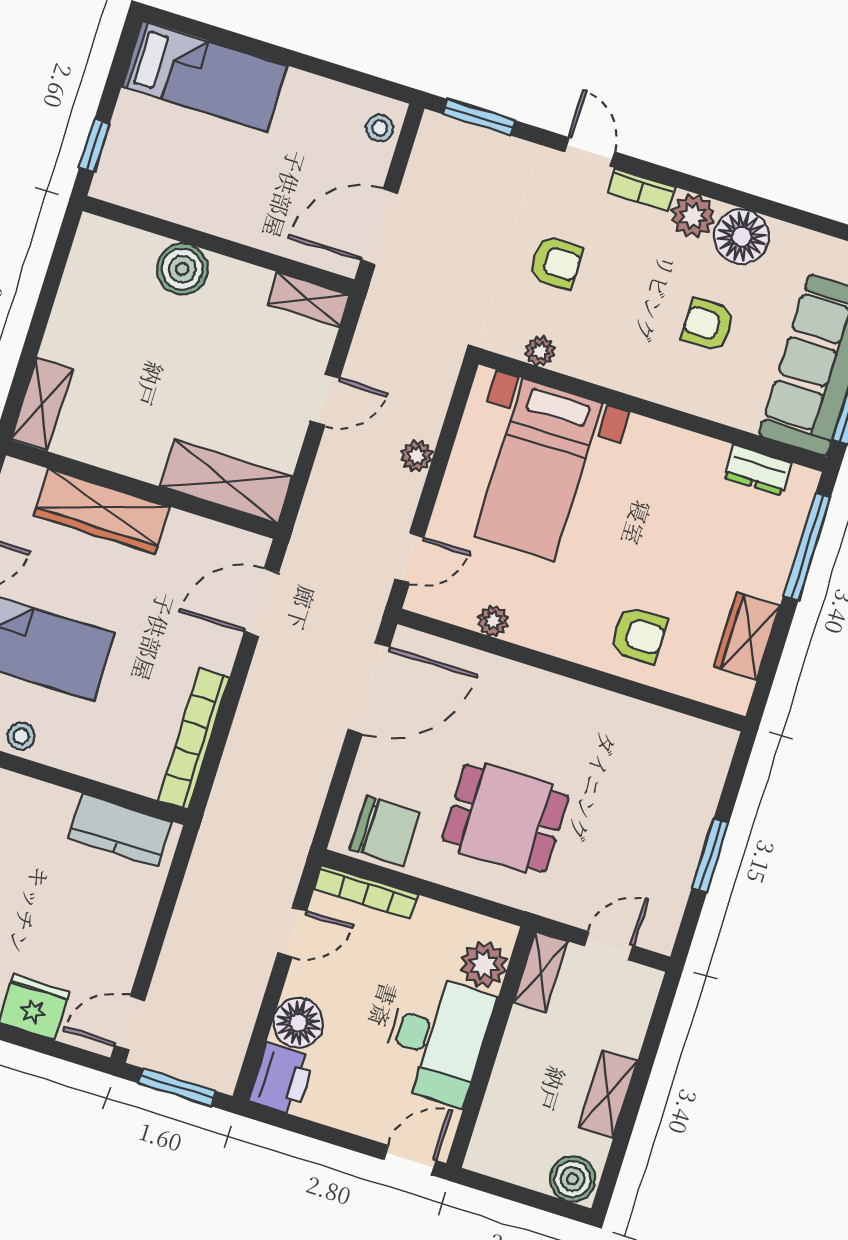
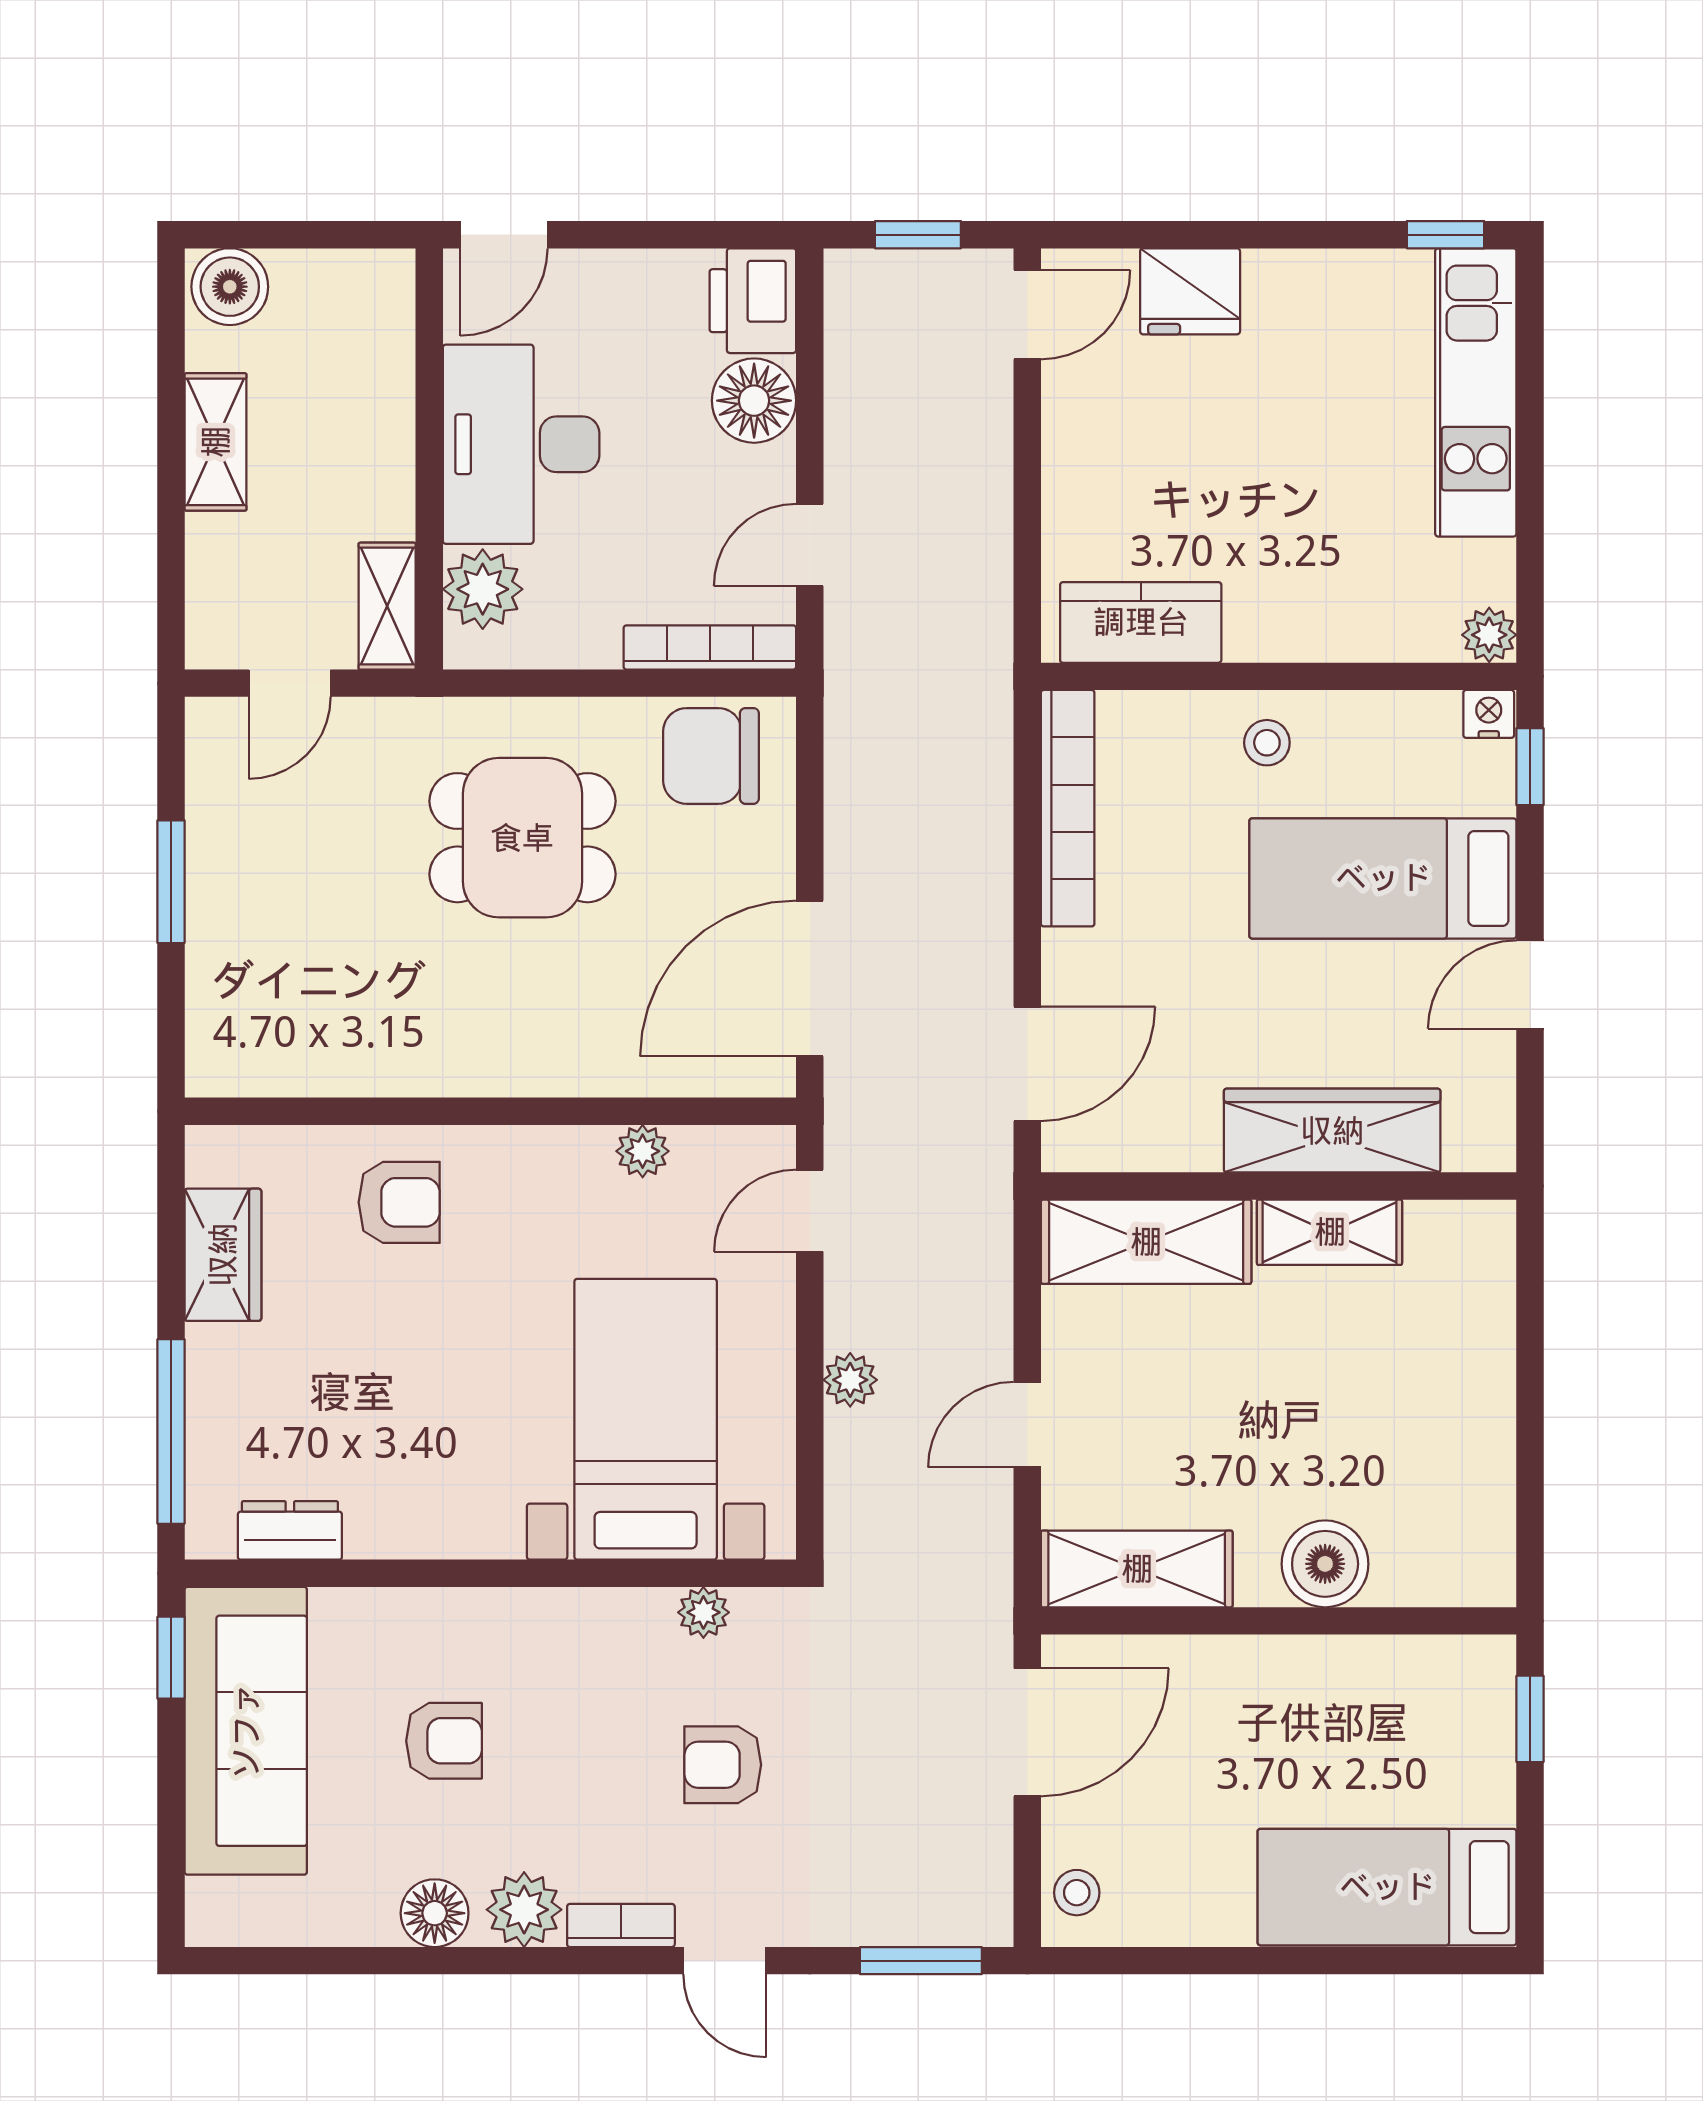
floor lamp: (742, 237) -> (435, 1913), width x0.73, depth x0.73
shelving: (309, 300) -> (1137, 1569), width x1.50, depth x1.33
shelving: (42, 404) -> (1330, 1232), moved, turned 90
armchair: (639, 635) -> (399, 1202), turned 180
stool: (21, 736) -> (1267, 743), moved
window: (177, 1087) -> (918, 235), width x0.67

